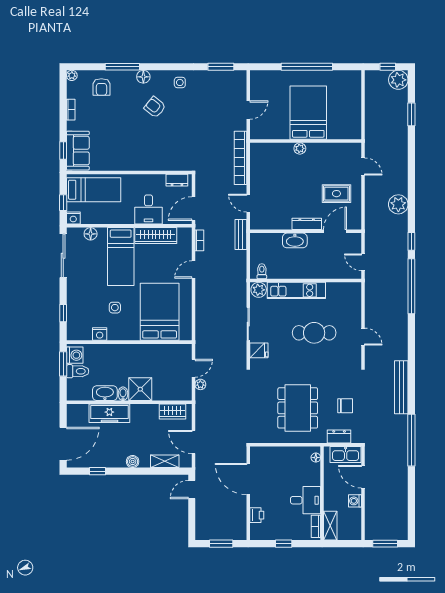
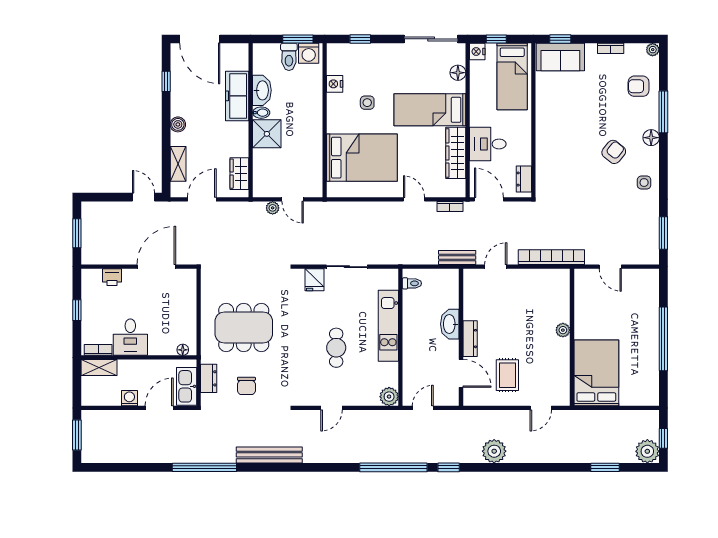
bed: (308, 113) -> (596, 373), moved, turned -90
plant: (259, 290) -> (389, 397), moved
cafe table: (314, 333) -> (336, 348), width x0.73, depth x0.74

